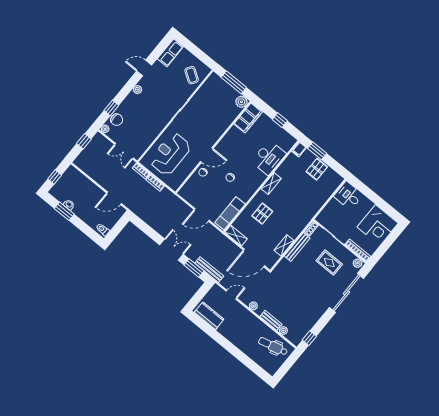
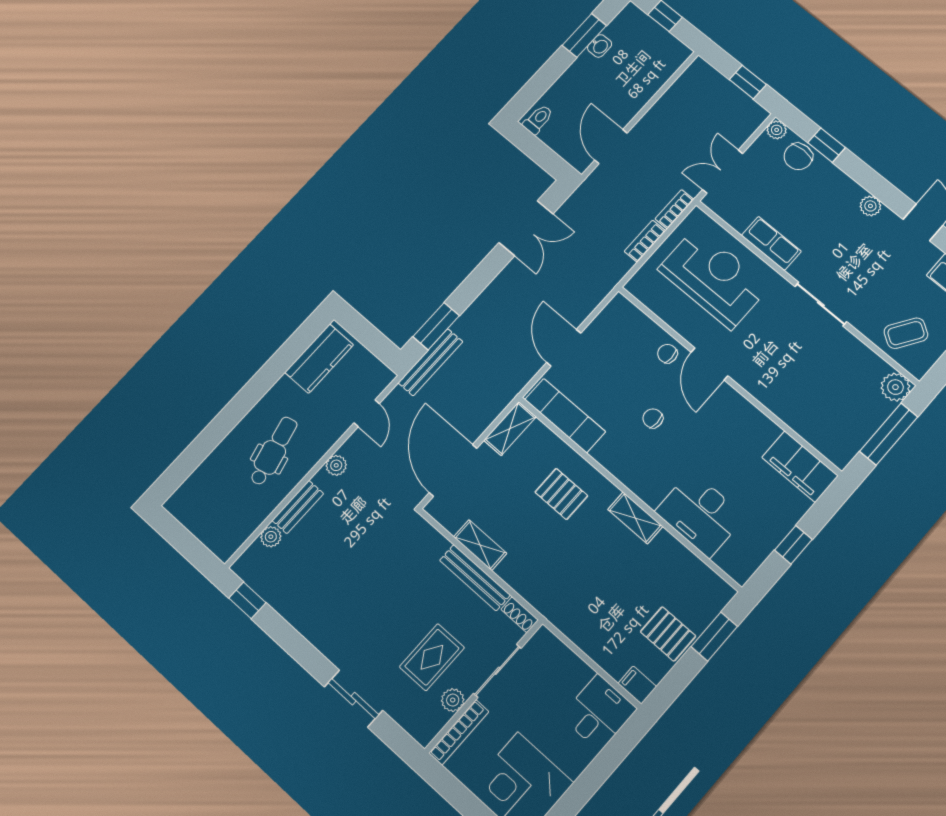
plant: (241, 102) -> (895, 387), moved
row of seats: (155, 130) -> (771, 243), added
filing cabinet: (299, 149) -> (637, 685), moved
double door: (171, 250) -> (526, 228), moved
plant: (358, 263) -> (453, 700), moved
sliding door: (347, 293) -> (353, 699), width x0.54
dental chair: (273, 346) -> (274, 451), moved

